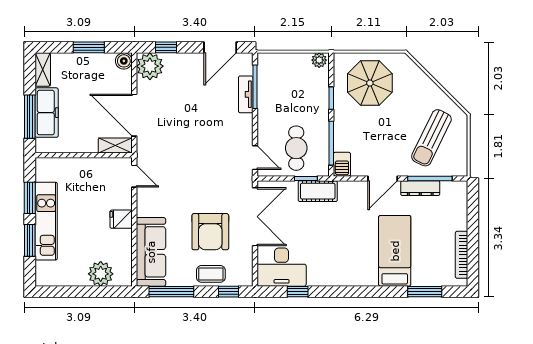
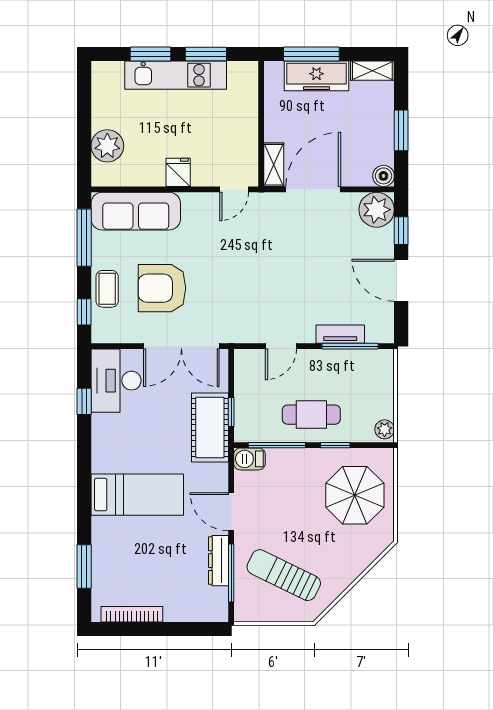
door: (220, 47) -> (401, 280), moved
cafe table: (296, 148) -> (311, 415), moved
door: (255, 158) -> (281, 346), moved
cot: (318, 191) -> (210, 428), width x1.37, depth x1.34
bed: (395, 251) -> (137, 495), moved

